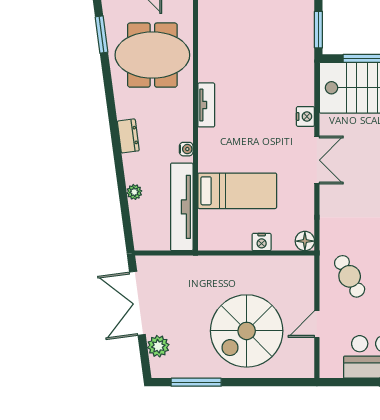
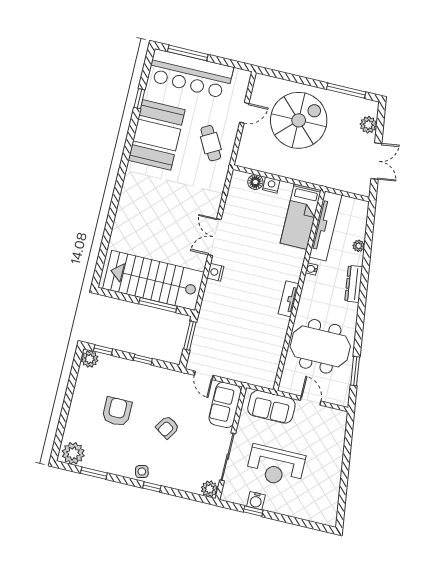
dresser: (128, 136) -> (354, 284), width x1.44
bed: (237, 191) -> (301, 217), moved, turned -90
floor lamp: (305, 241) -> (255, 182), moved
double door: (137, 303) -> (376, 161), width x0.73

